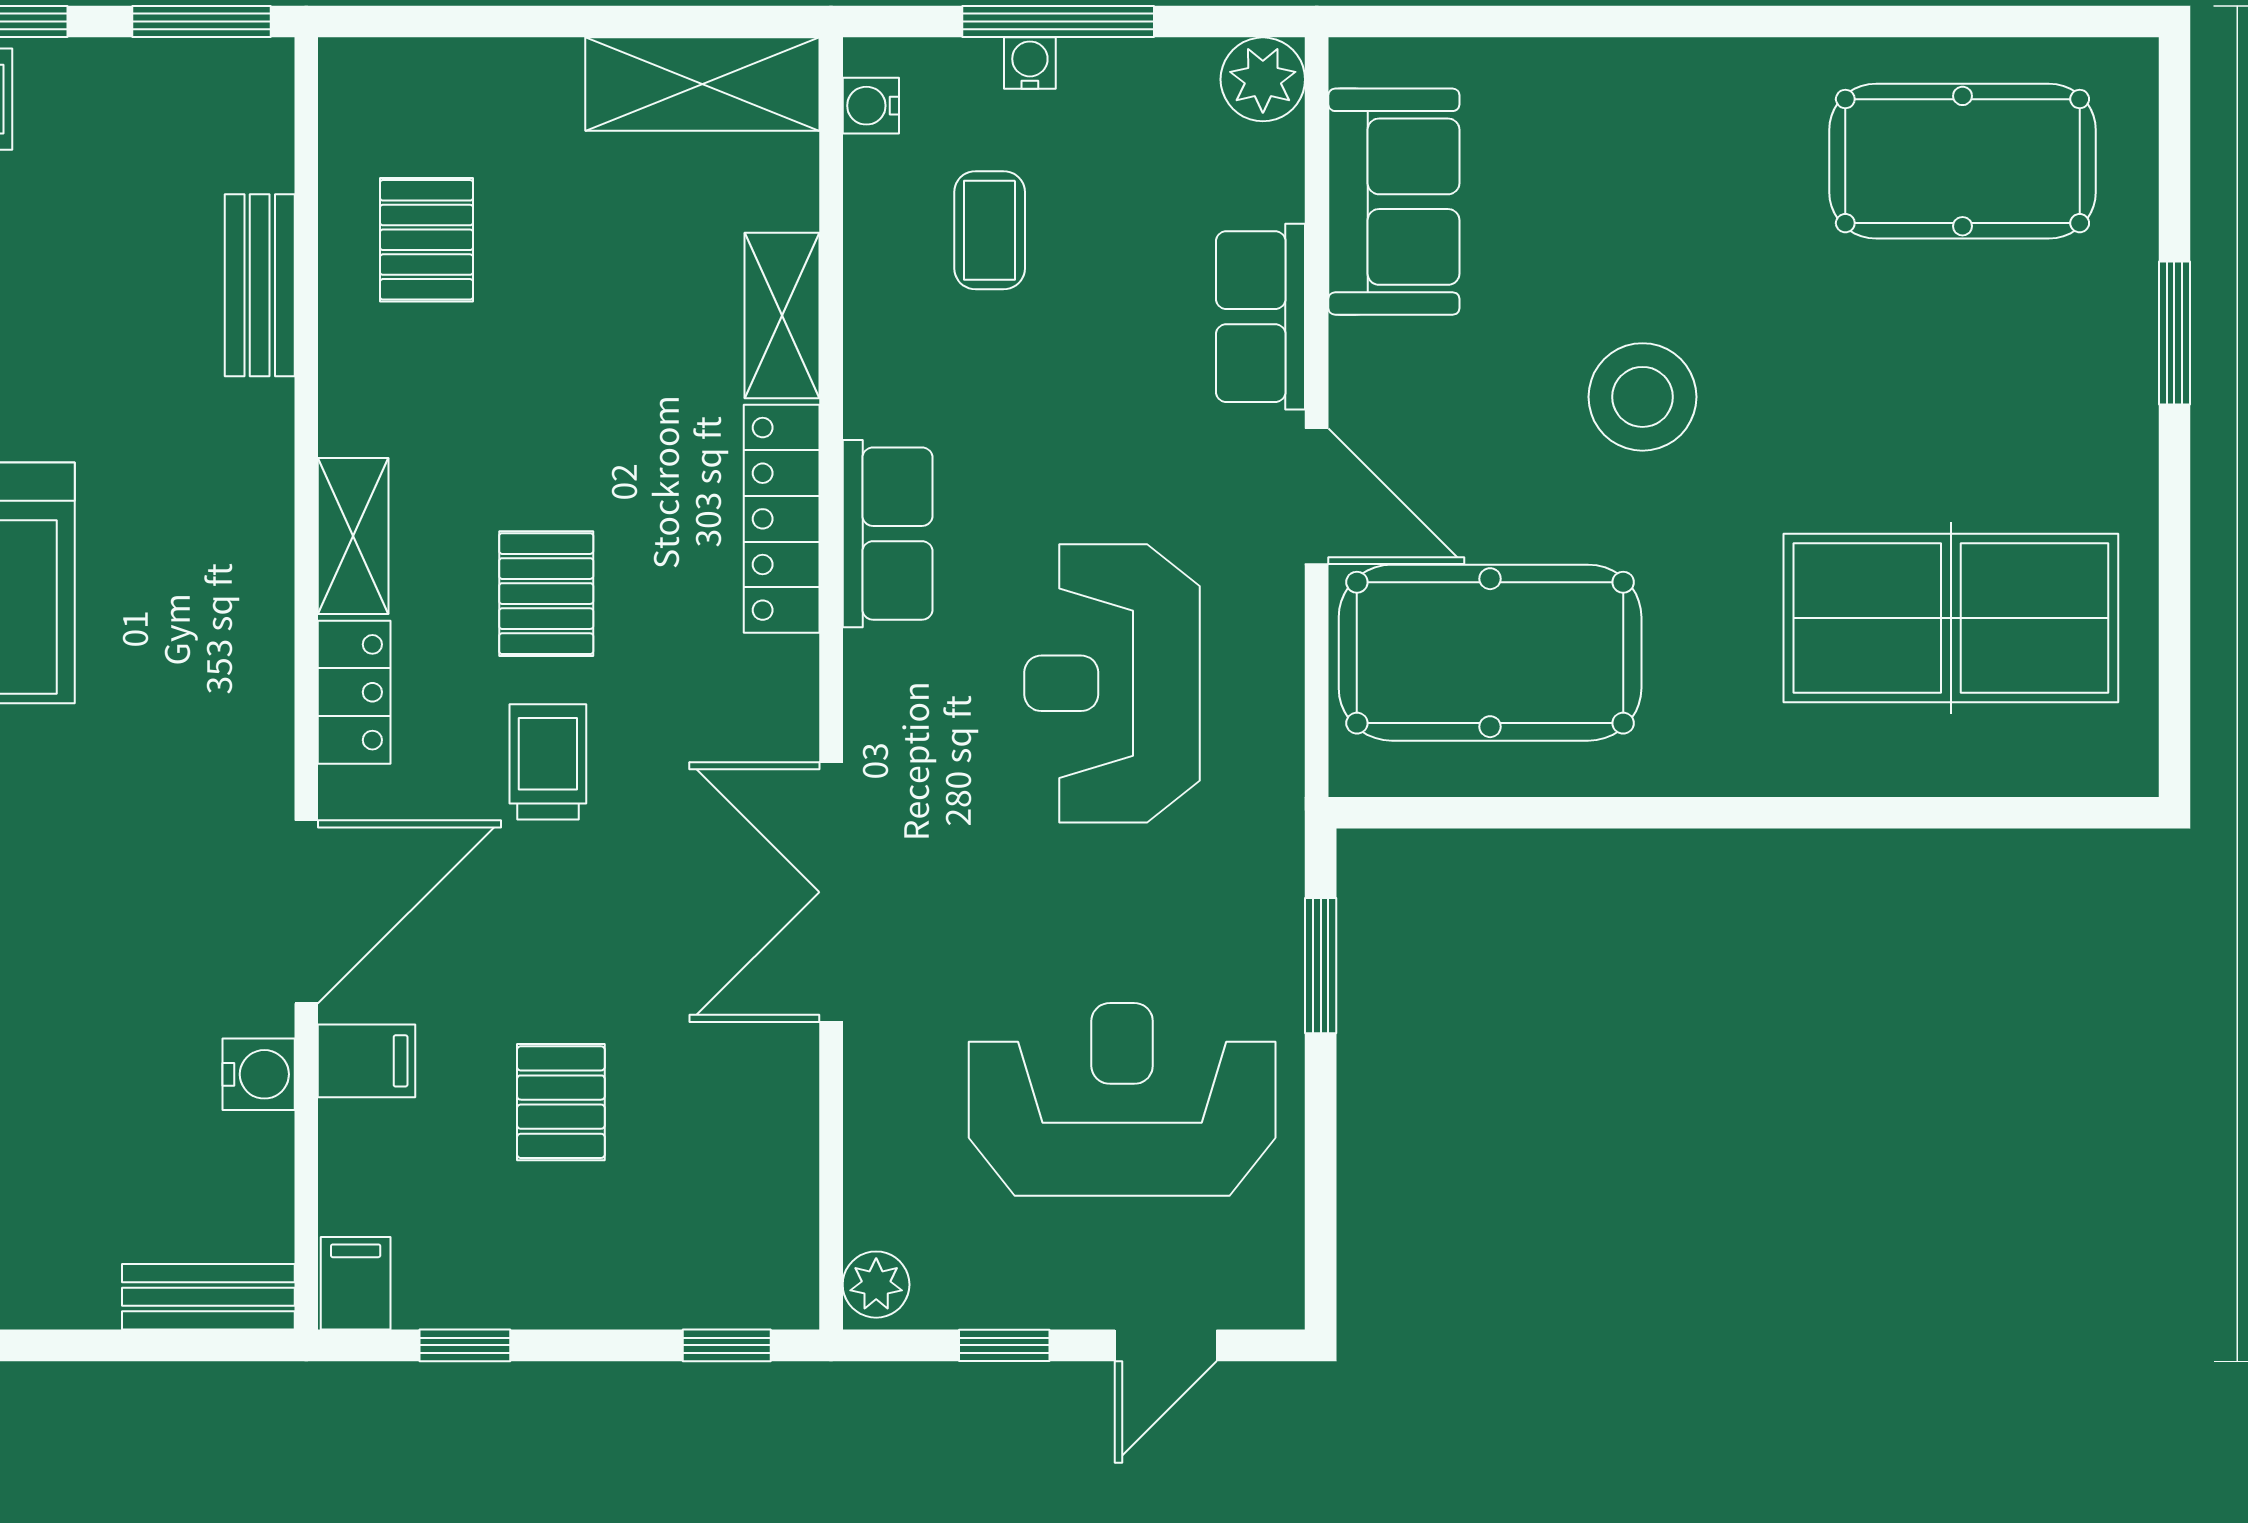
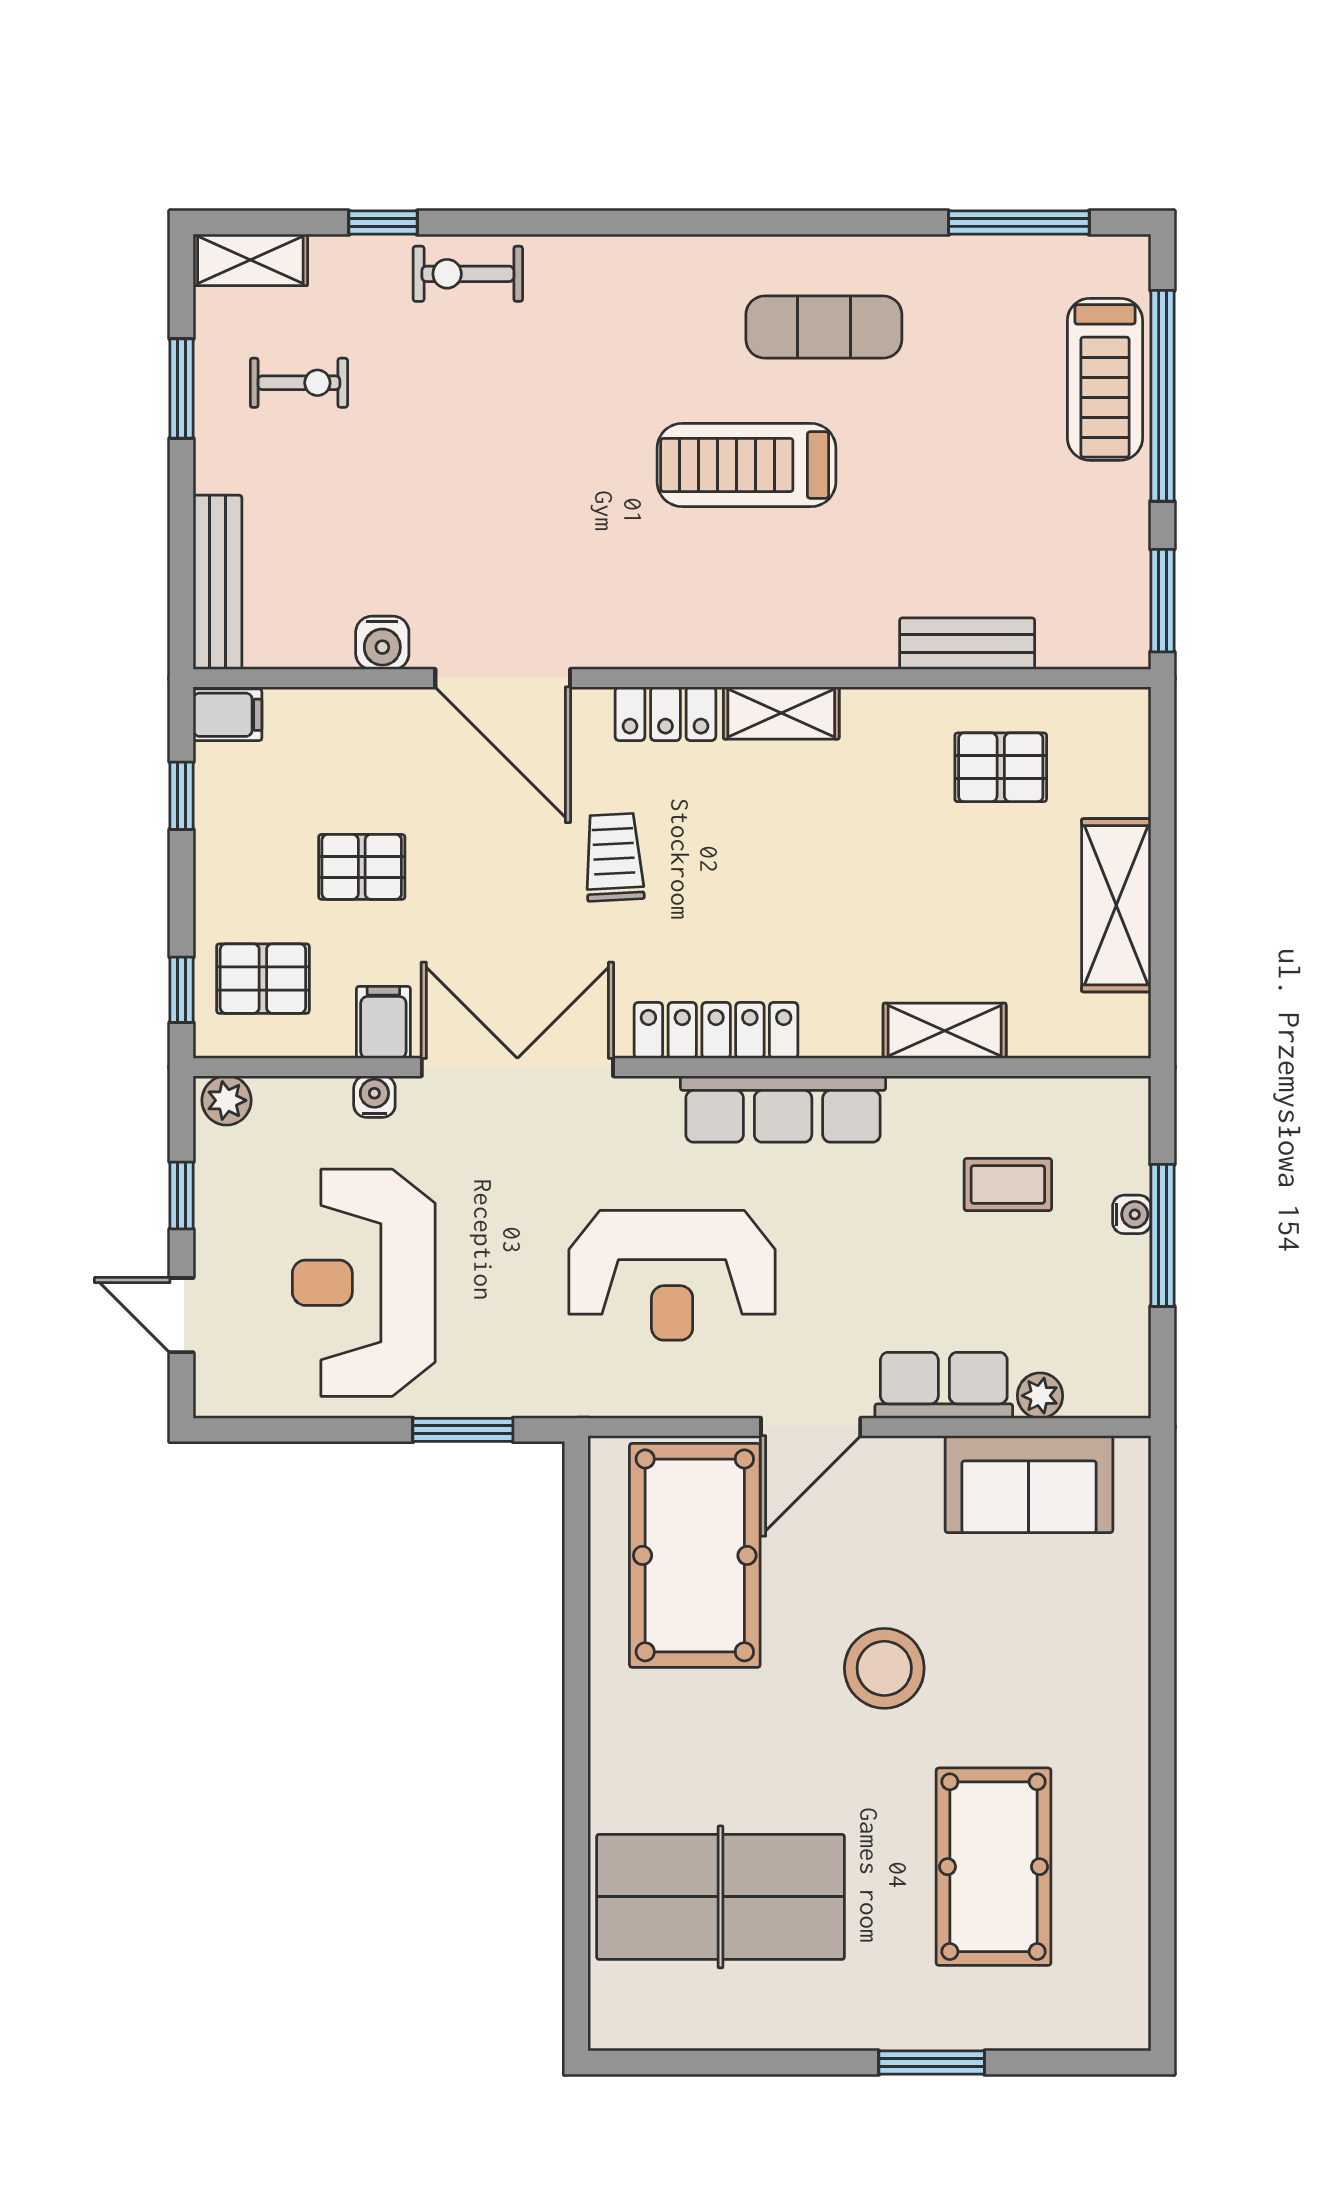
plant: (1263, 79) -> (1040, 1396), moved, width x0.73, depth x0.73
shelving: (702, 84) -> (1116, 905), moved
water cooler: (871, 106) -> (374, 1097), moved
pool table: (1962, 161) -> (994, 1867), moved
locker: (782, 519) -> (716, 1030), moved
row of seats: (888, 534) -> (783, 1109), width x1.48
pallet: (546, 594) -> (263, 979), moved
table tennis table: (1951, 618) -> (720, 1897), turned 90
reception desk: (1112, 683) -> (672, 1275), turned 180
trolley: (548, 762) -> (614, 857), turned -93
filing cabinet: (367, 1061) -> (383, 1022), moved, turned 180
reception desk: (1122, 1099) -> (364, 1283), turned 180
bench: (208, 1297) -> (217, 582), width x1.36

